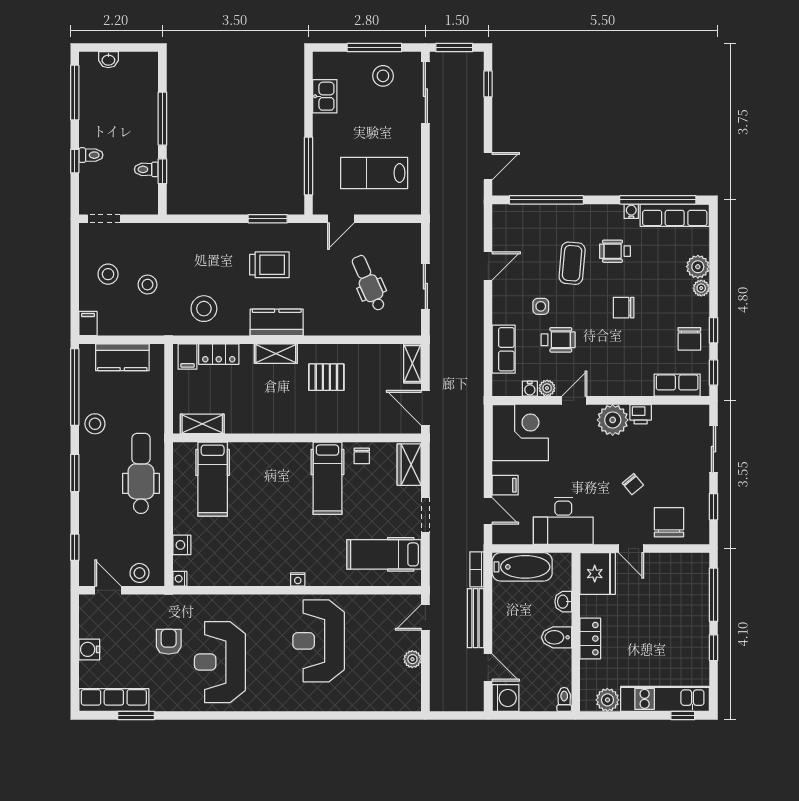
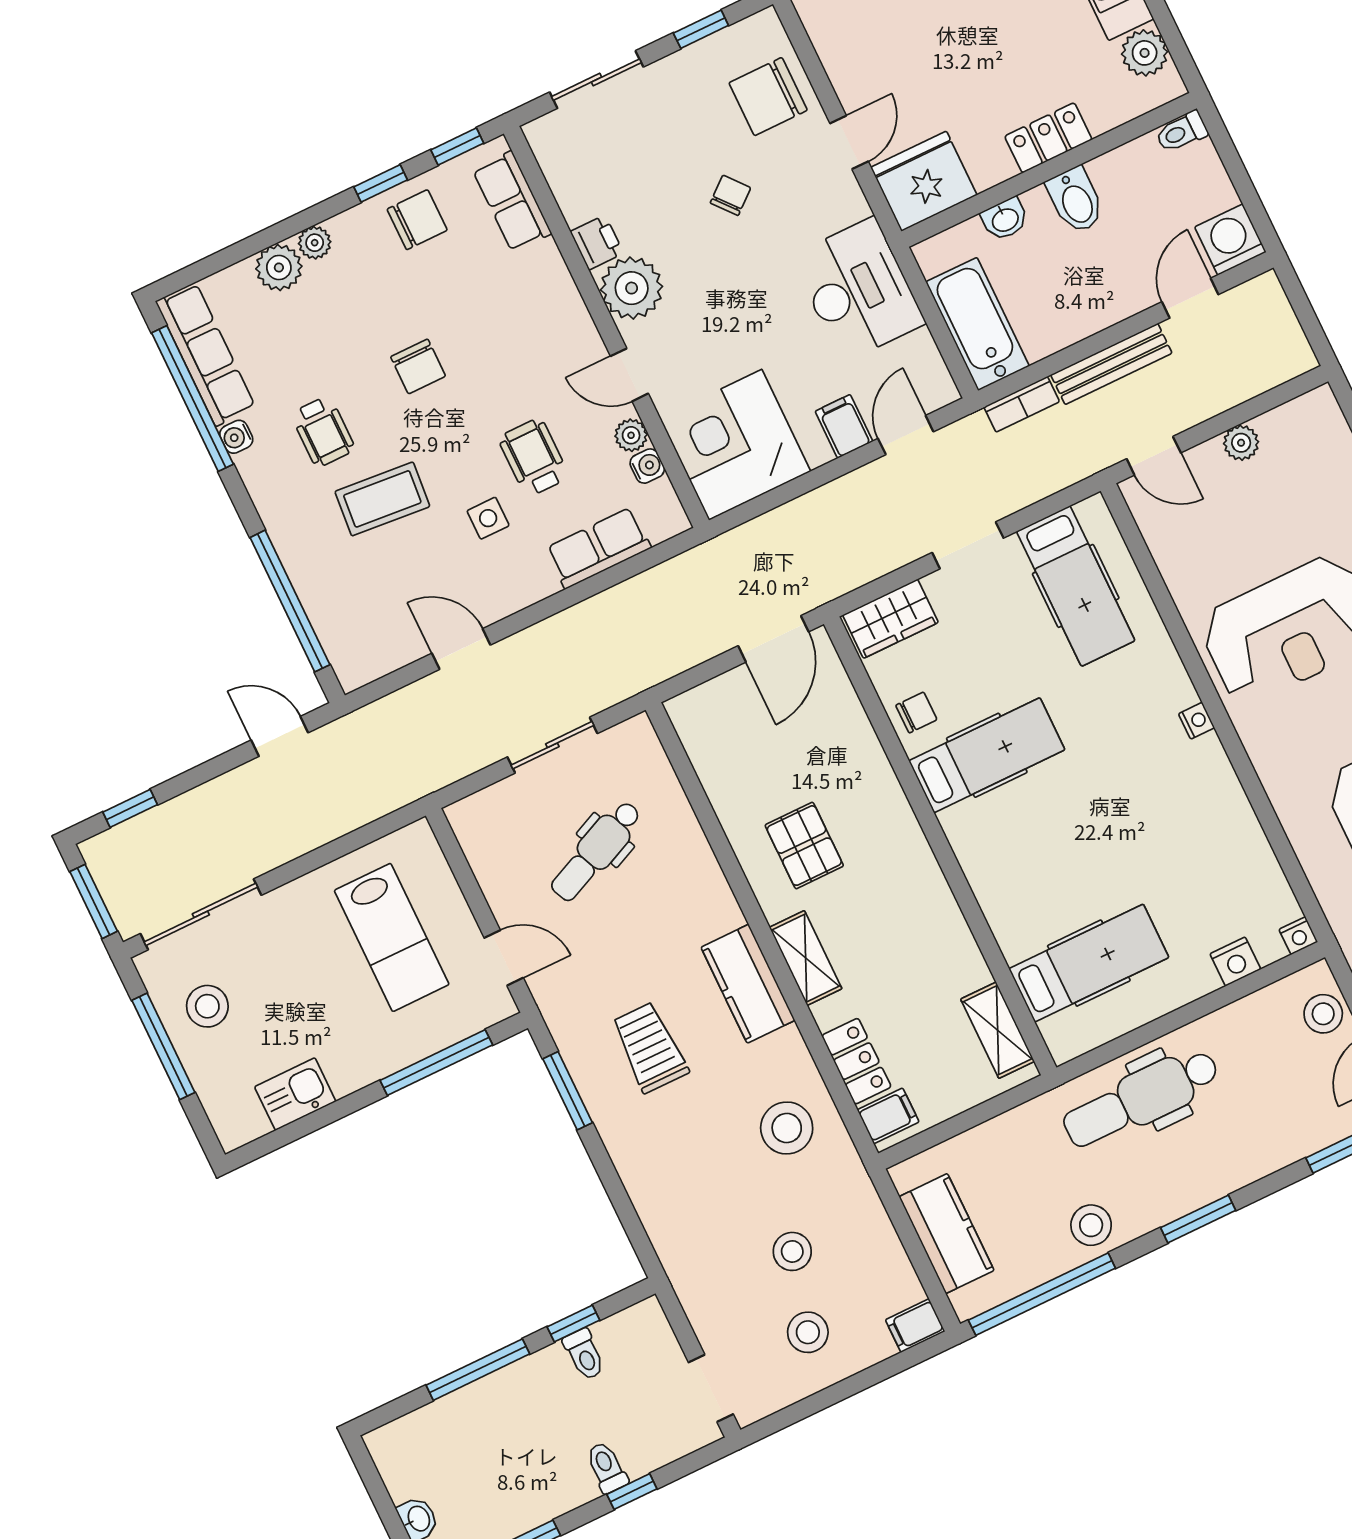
shelving: (412, 363) -> (704, 701), removed

